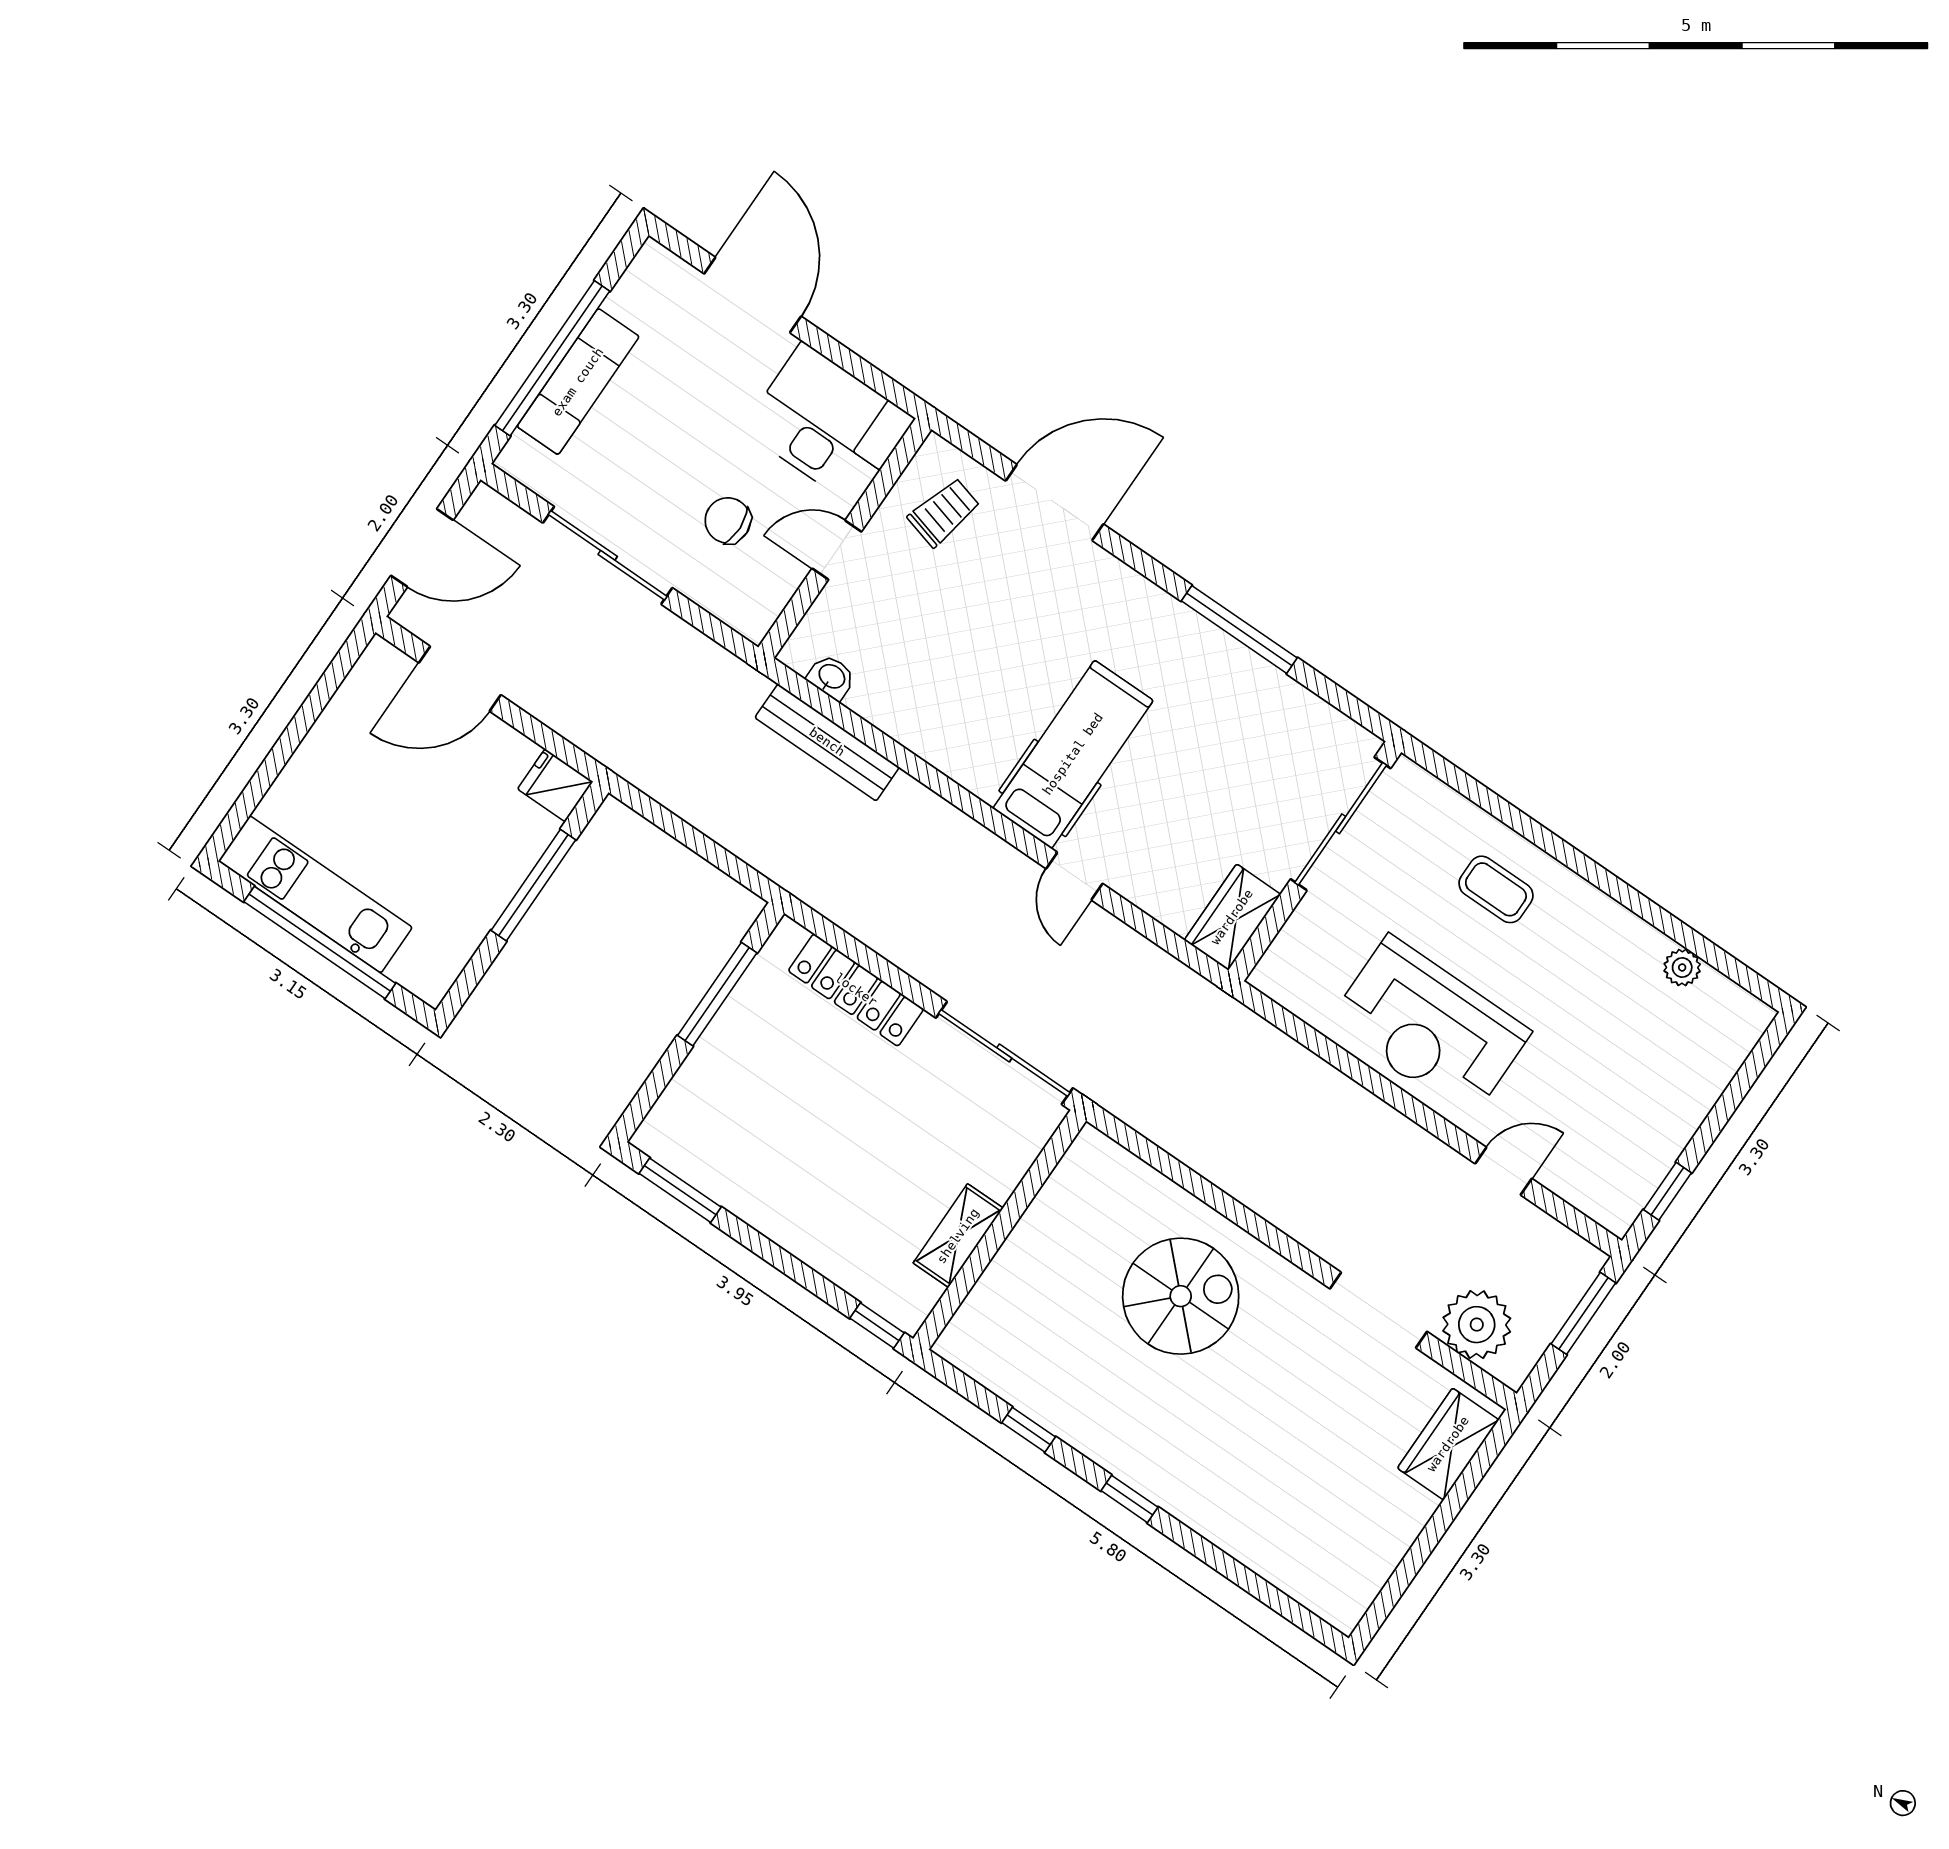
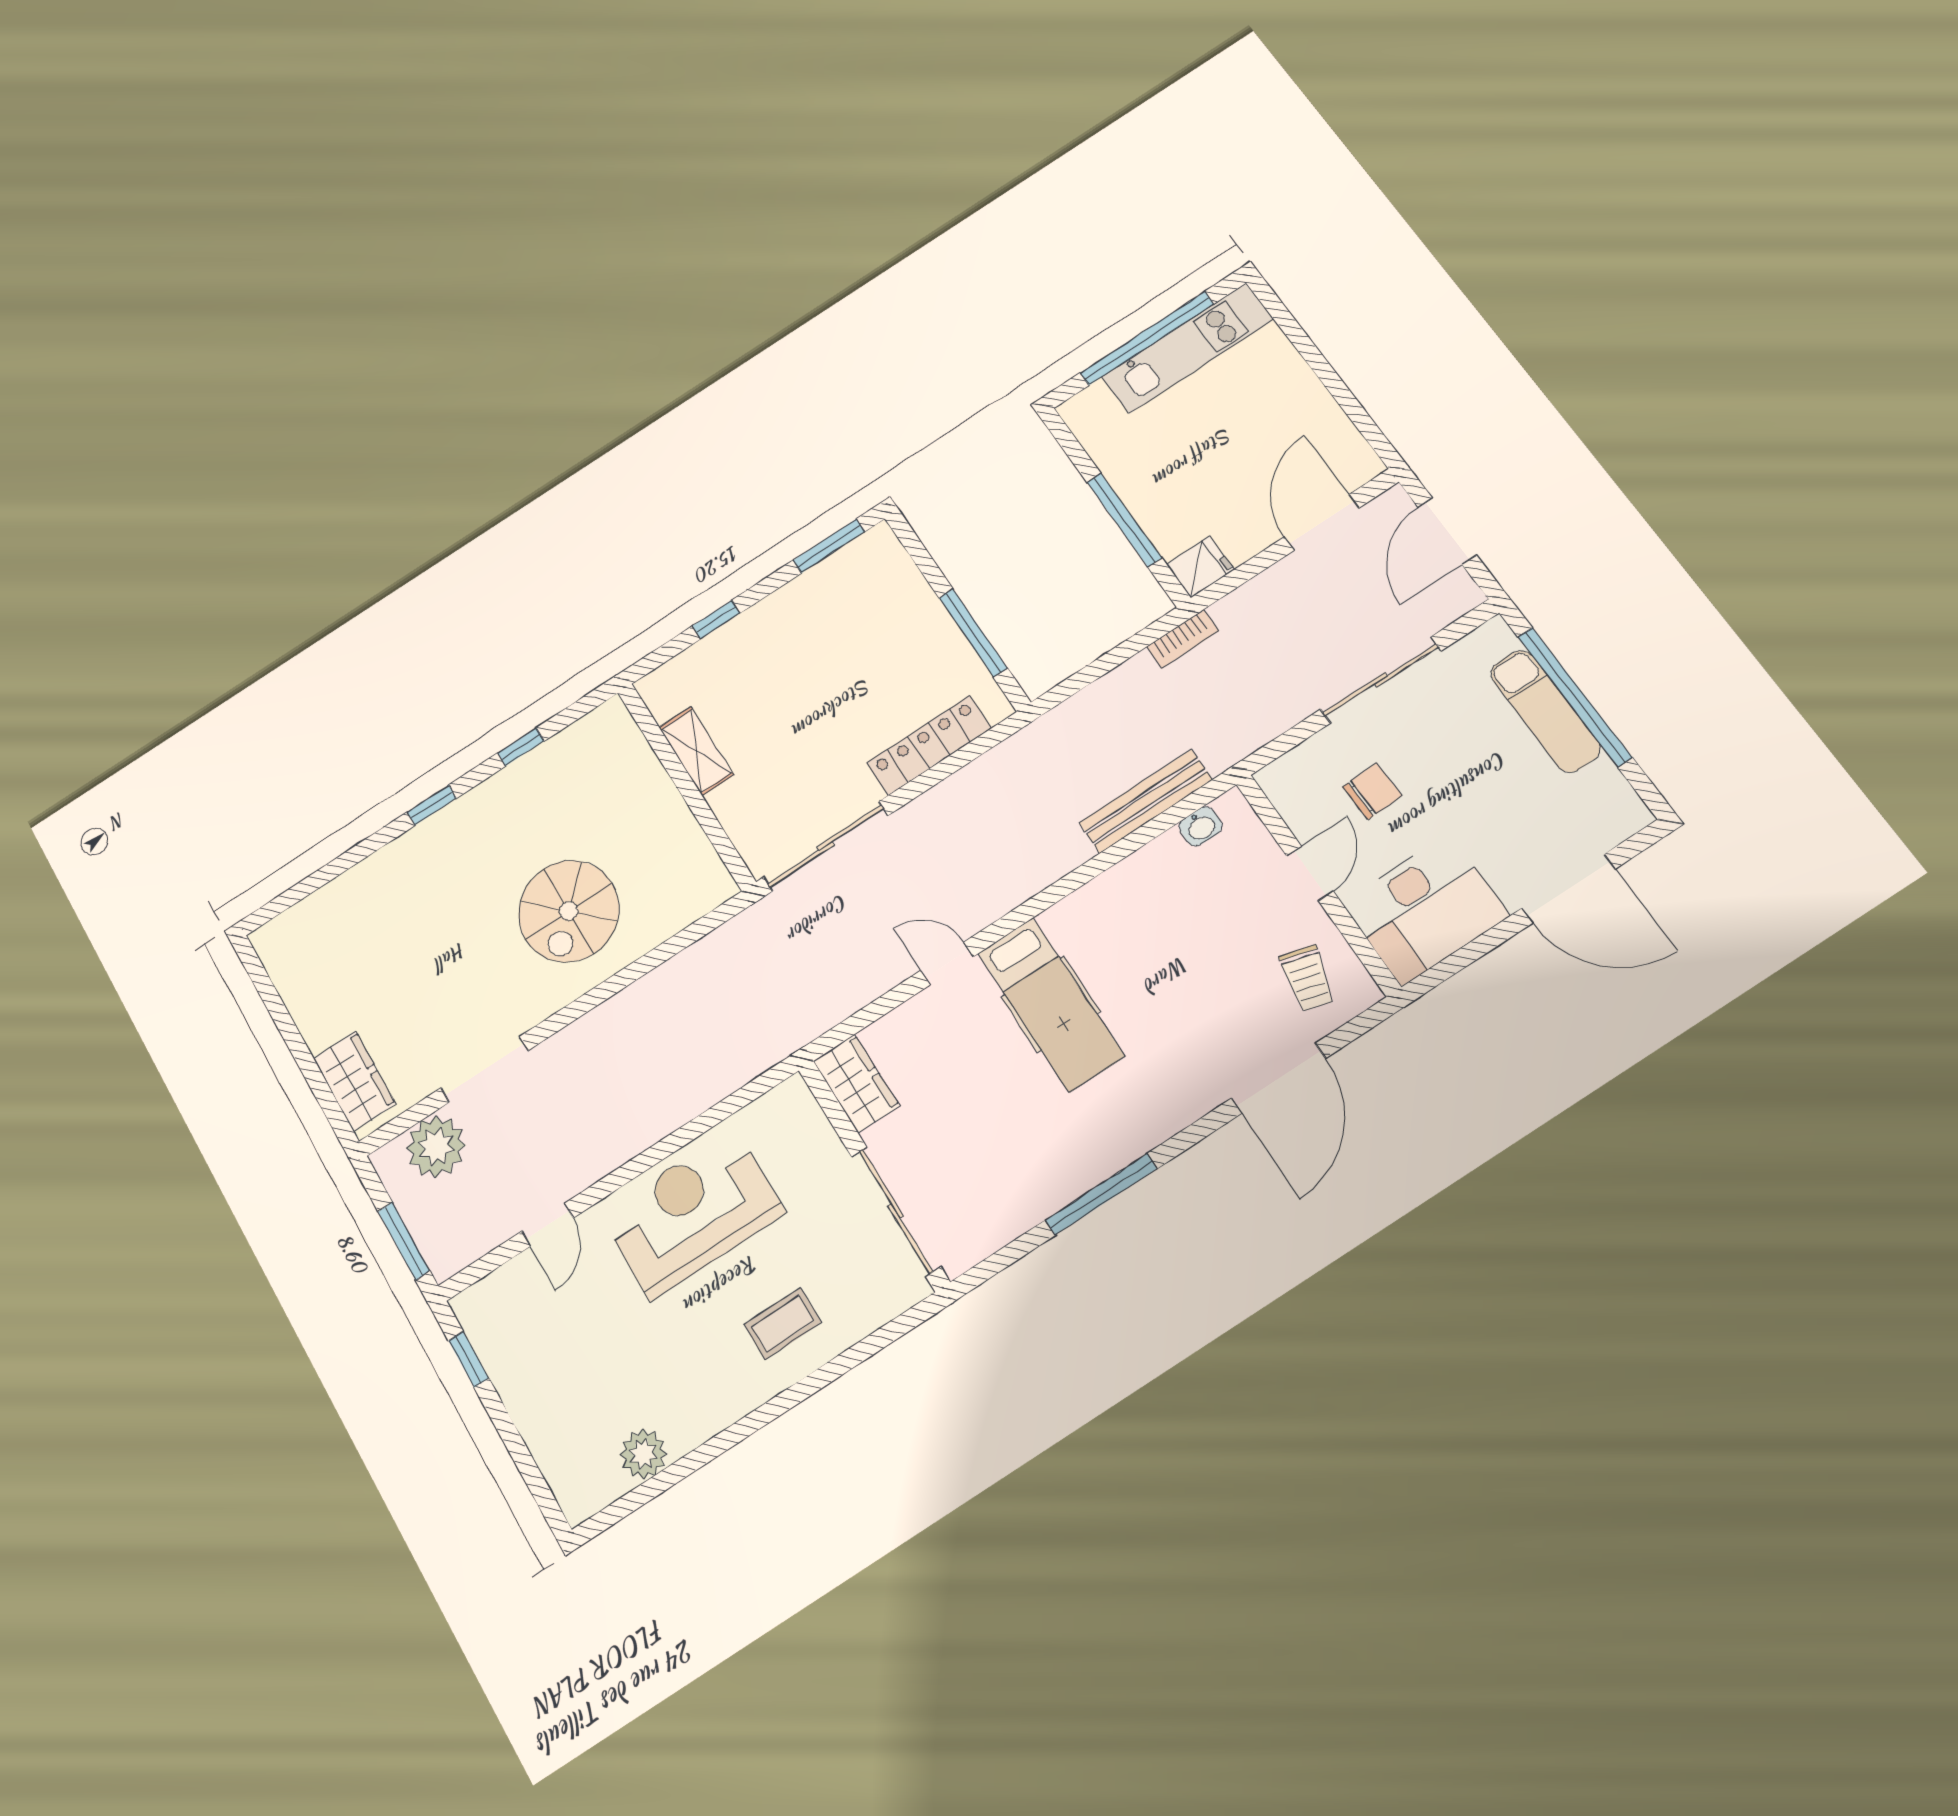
bookcase: (640, 773) -> (1183, 639), added
plant: (1682, 967) -> (643, 1454), width x1.38, depth x1.38
window: (877, 1326) -> (716, 620), moved

